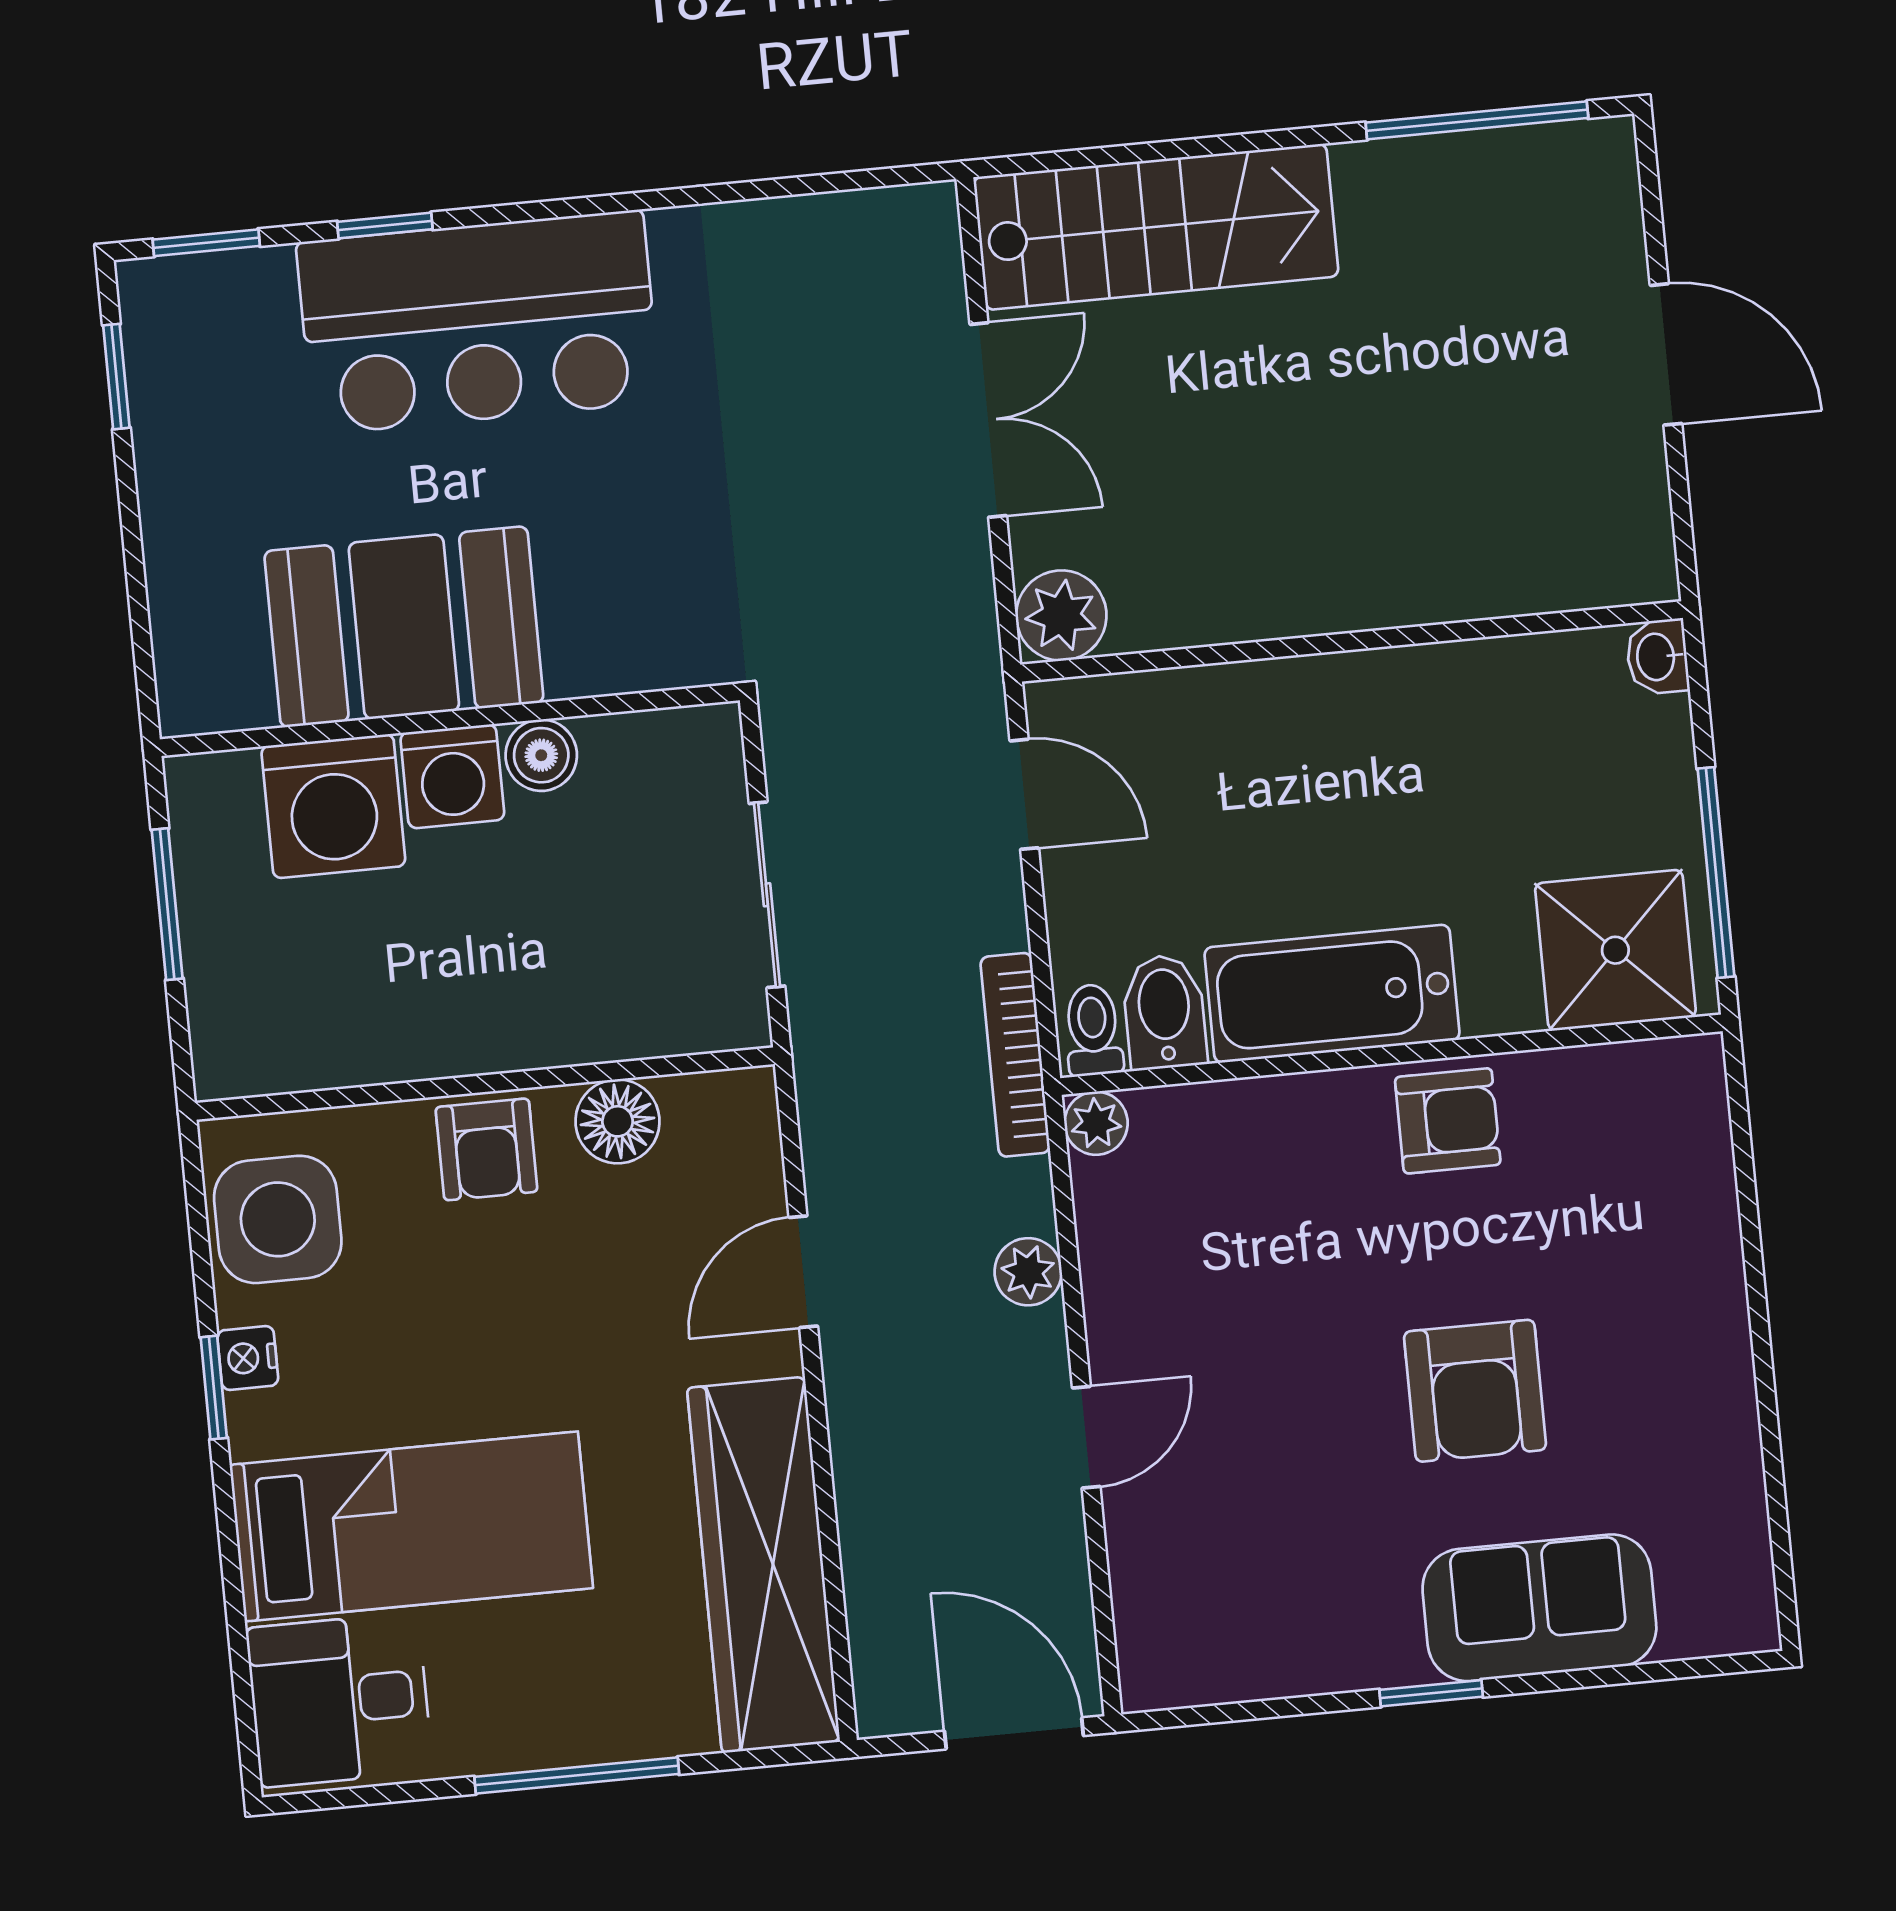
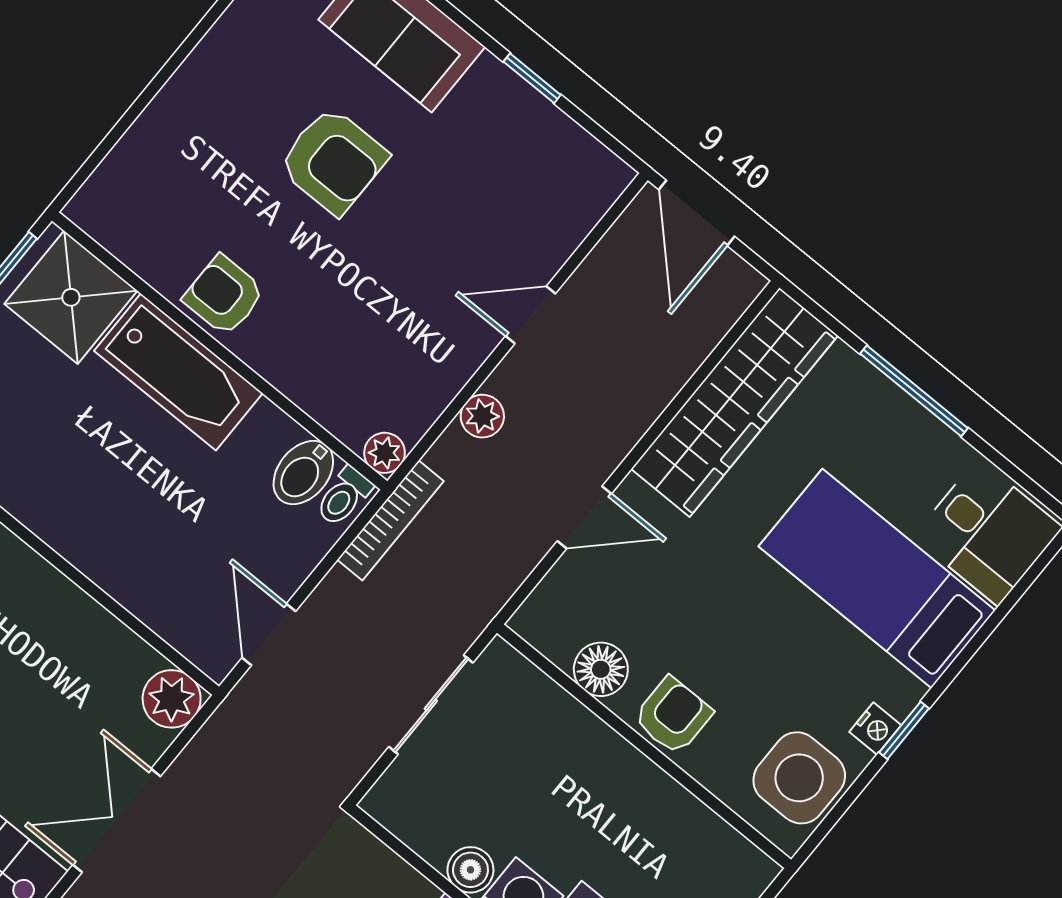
bathtub: (1332, 994) -> (178, 372), moved
armchair: (1475, 1391) -> (333, 161), turned 90
window: (1431, 1693) -> (532, 78), moved

